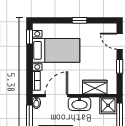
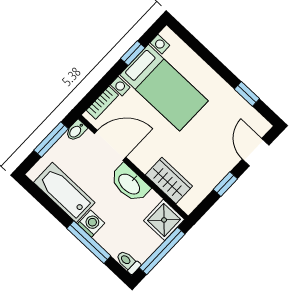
window: (80, 20) -> (247, 94), moved
window: (29, 37) -> (133, 53), moved

